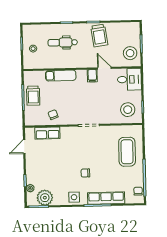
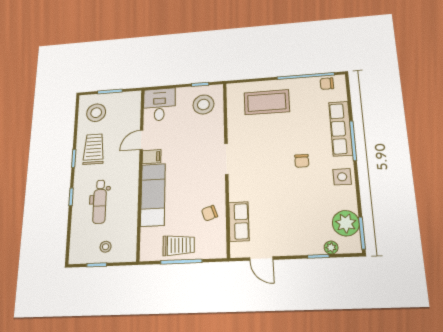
trolley: (99, 36) -> (94, 149), turned -82
stool: (130, 53) -> (96, 113), moved
exam couch: (61, 76) -> (153, 195), width x1.36, depth x1.45

